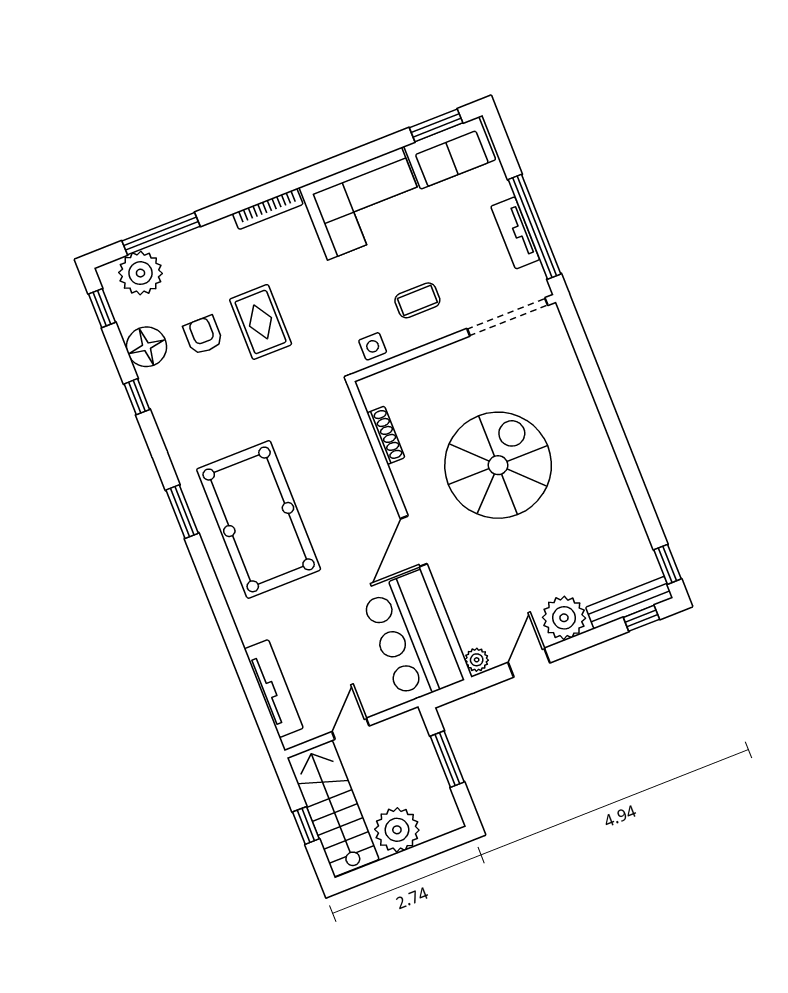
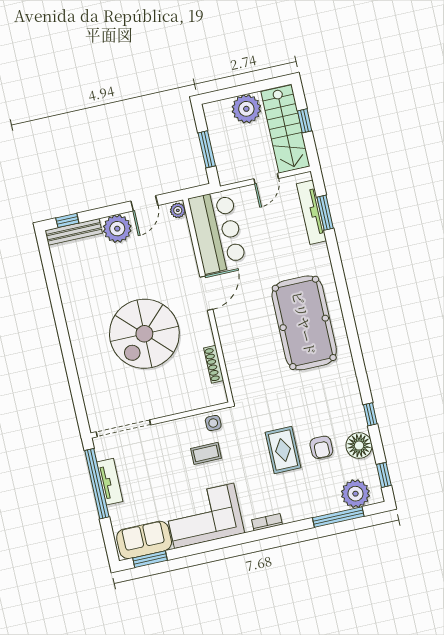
bookcase: (268, 209) -> (267, 522), width x0.64
coffee table: (417, 300) -> (206, 453), moved
window: (182, 512) -> (325, 213), moved
window: (667, 564) -> (45, 253), removed

